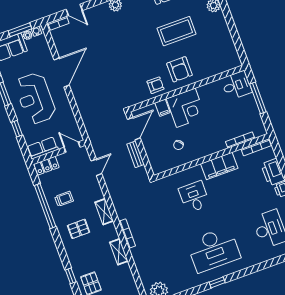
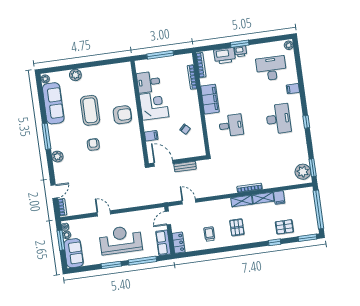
door: (62, 72) -> (104, 213), width x0.53
armchair: (155, 85) -> (93, 145), moved
desk: (236, 85) -> (149, 82), moved, turned -90
reception desk: (35, 98) -> (121, 240), turned 180
corner desk: (186, 108) -> (154, 106), moved
window: (17, 129) -> (143, 261), width x2.17
desk: (194, 197) -> (231, 125), turned 180
window: (45, 206) -> (212, 251), removed
shelving: (104, 212) -> (242, 201), moved
desk: (214, 250) -> (278, 119), width x0.73, depth x0.77
filing cabinet: (252, 259) -> (293, 89), added
filing cabinet: (123, 270) -> (279, 198), added

